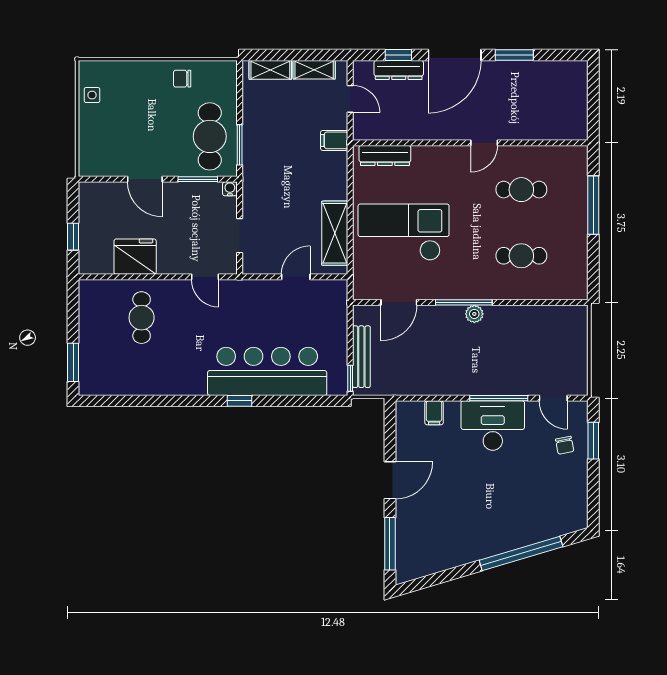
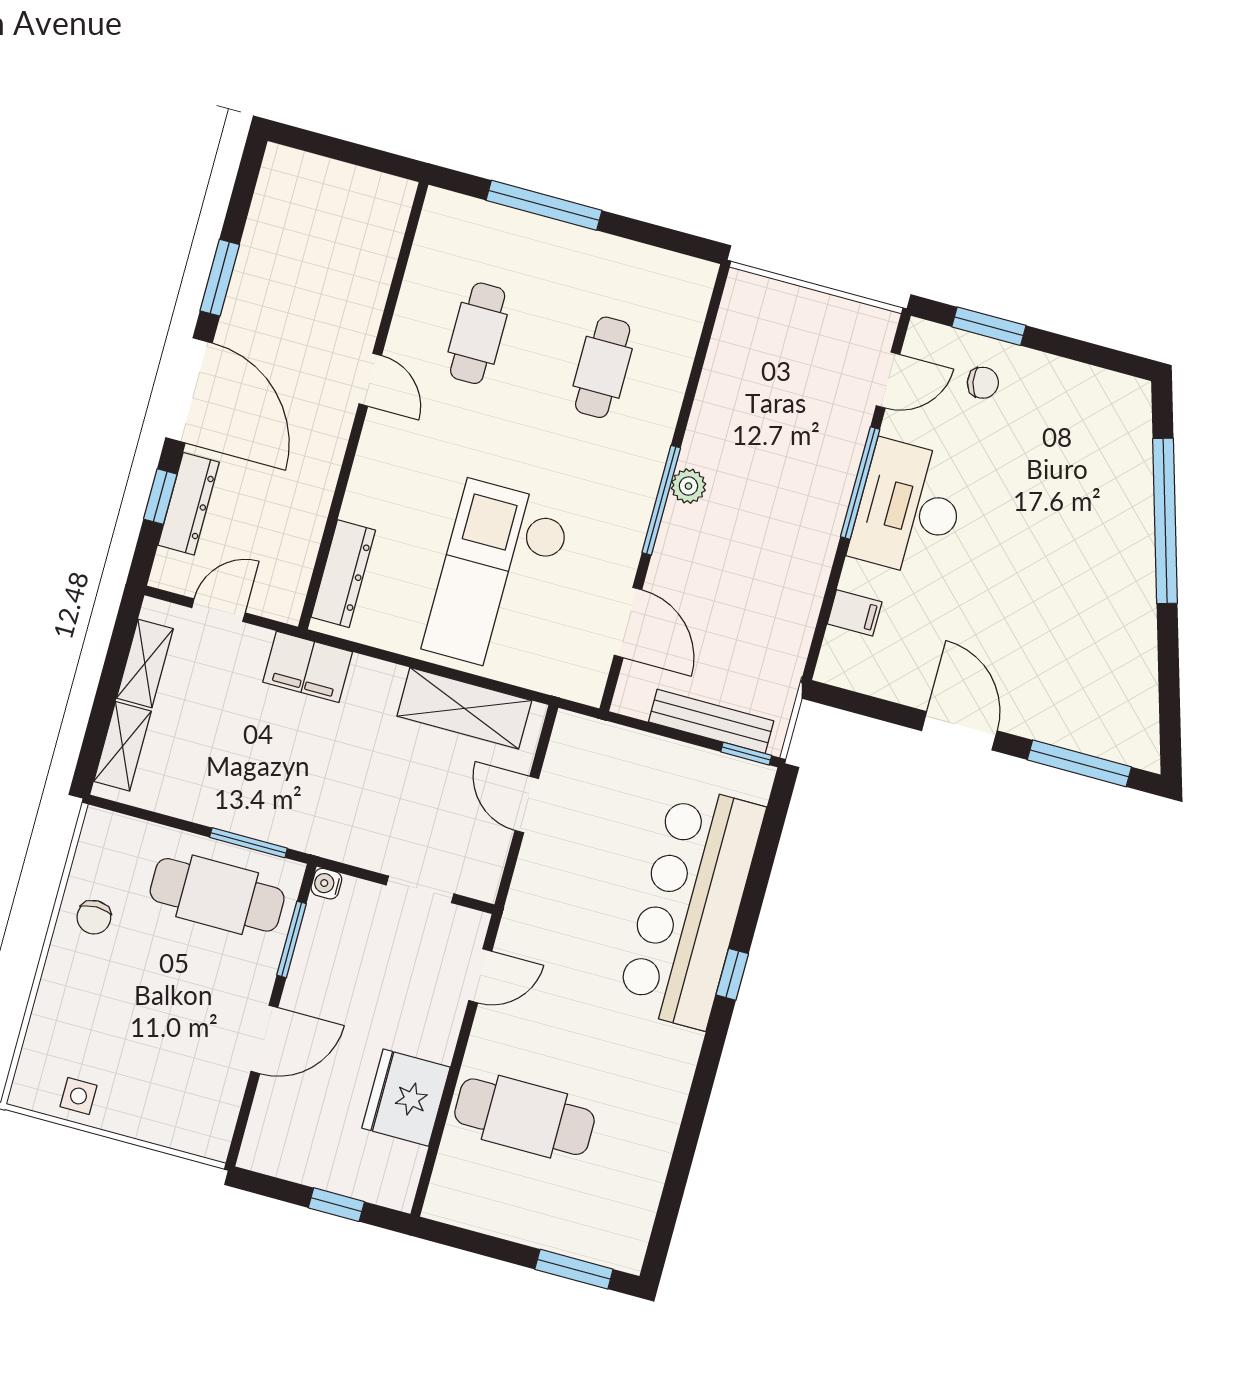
filing cabinet: (334, 140) -> (308, 667), width x2.00
cafe table: (142, 318) -> (524, 1117), width x1.37, depth x1.35

